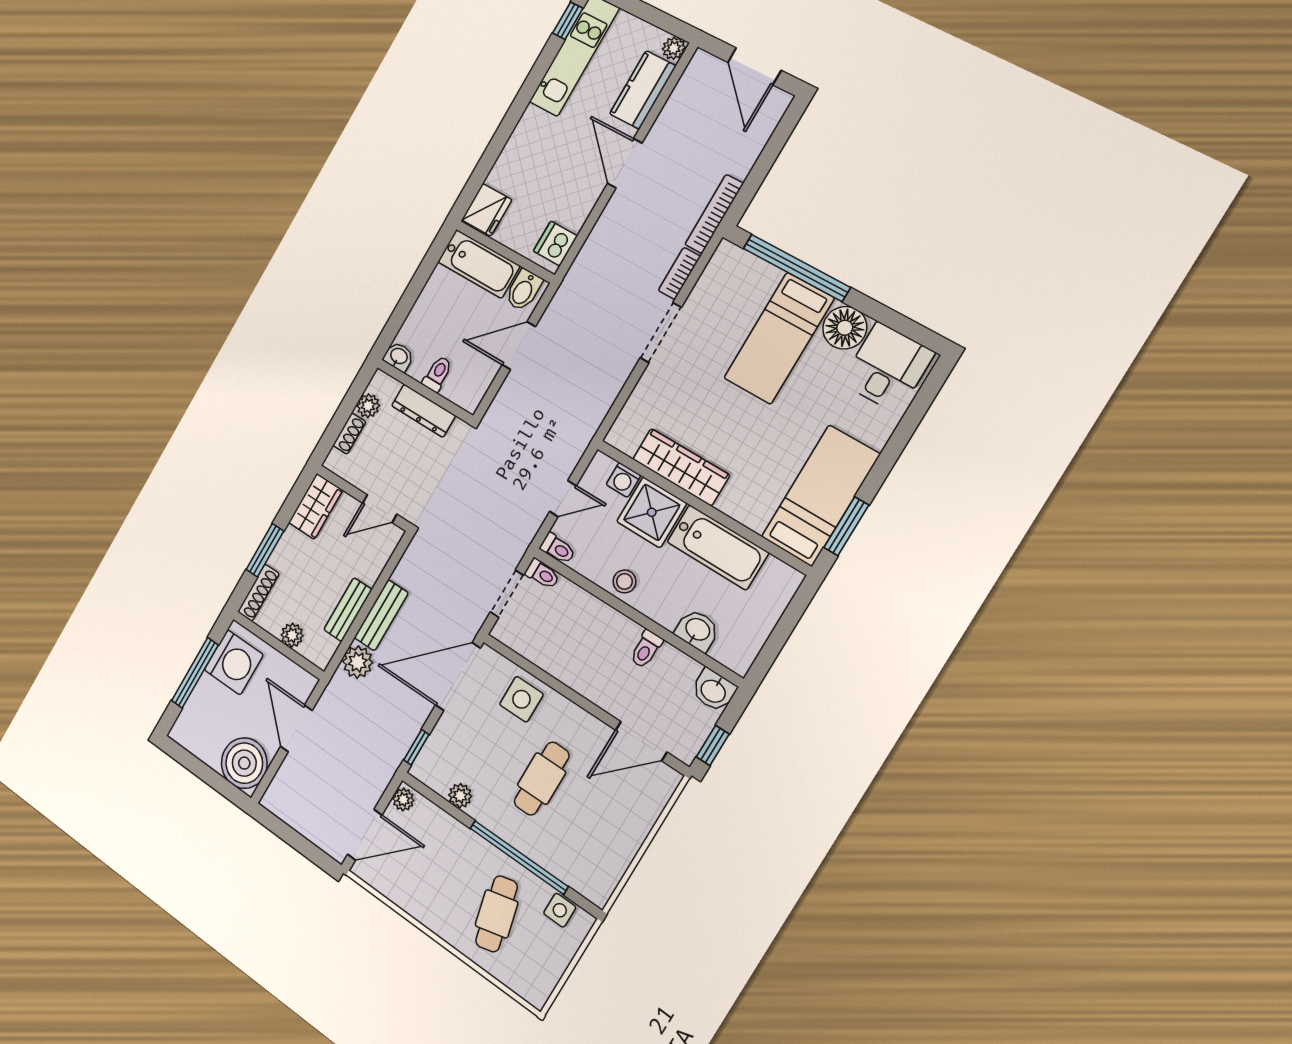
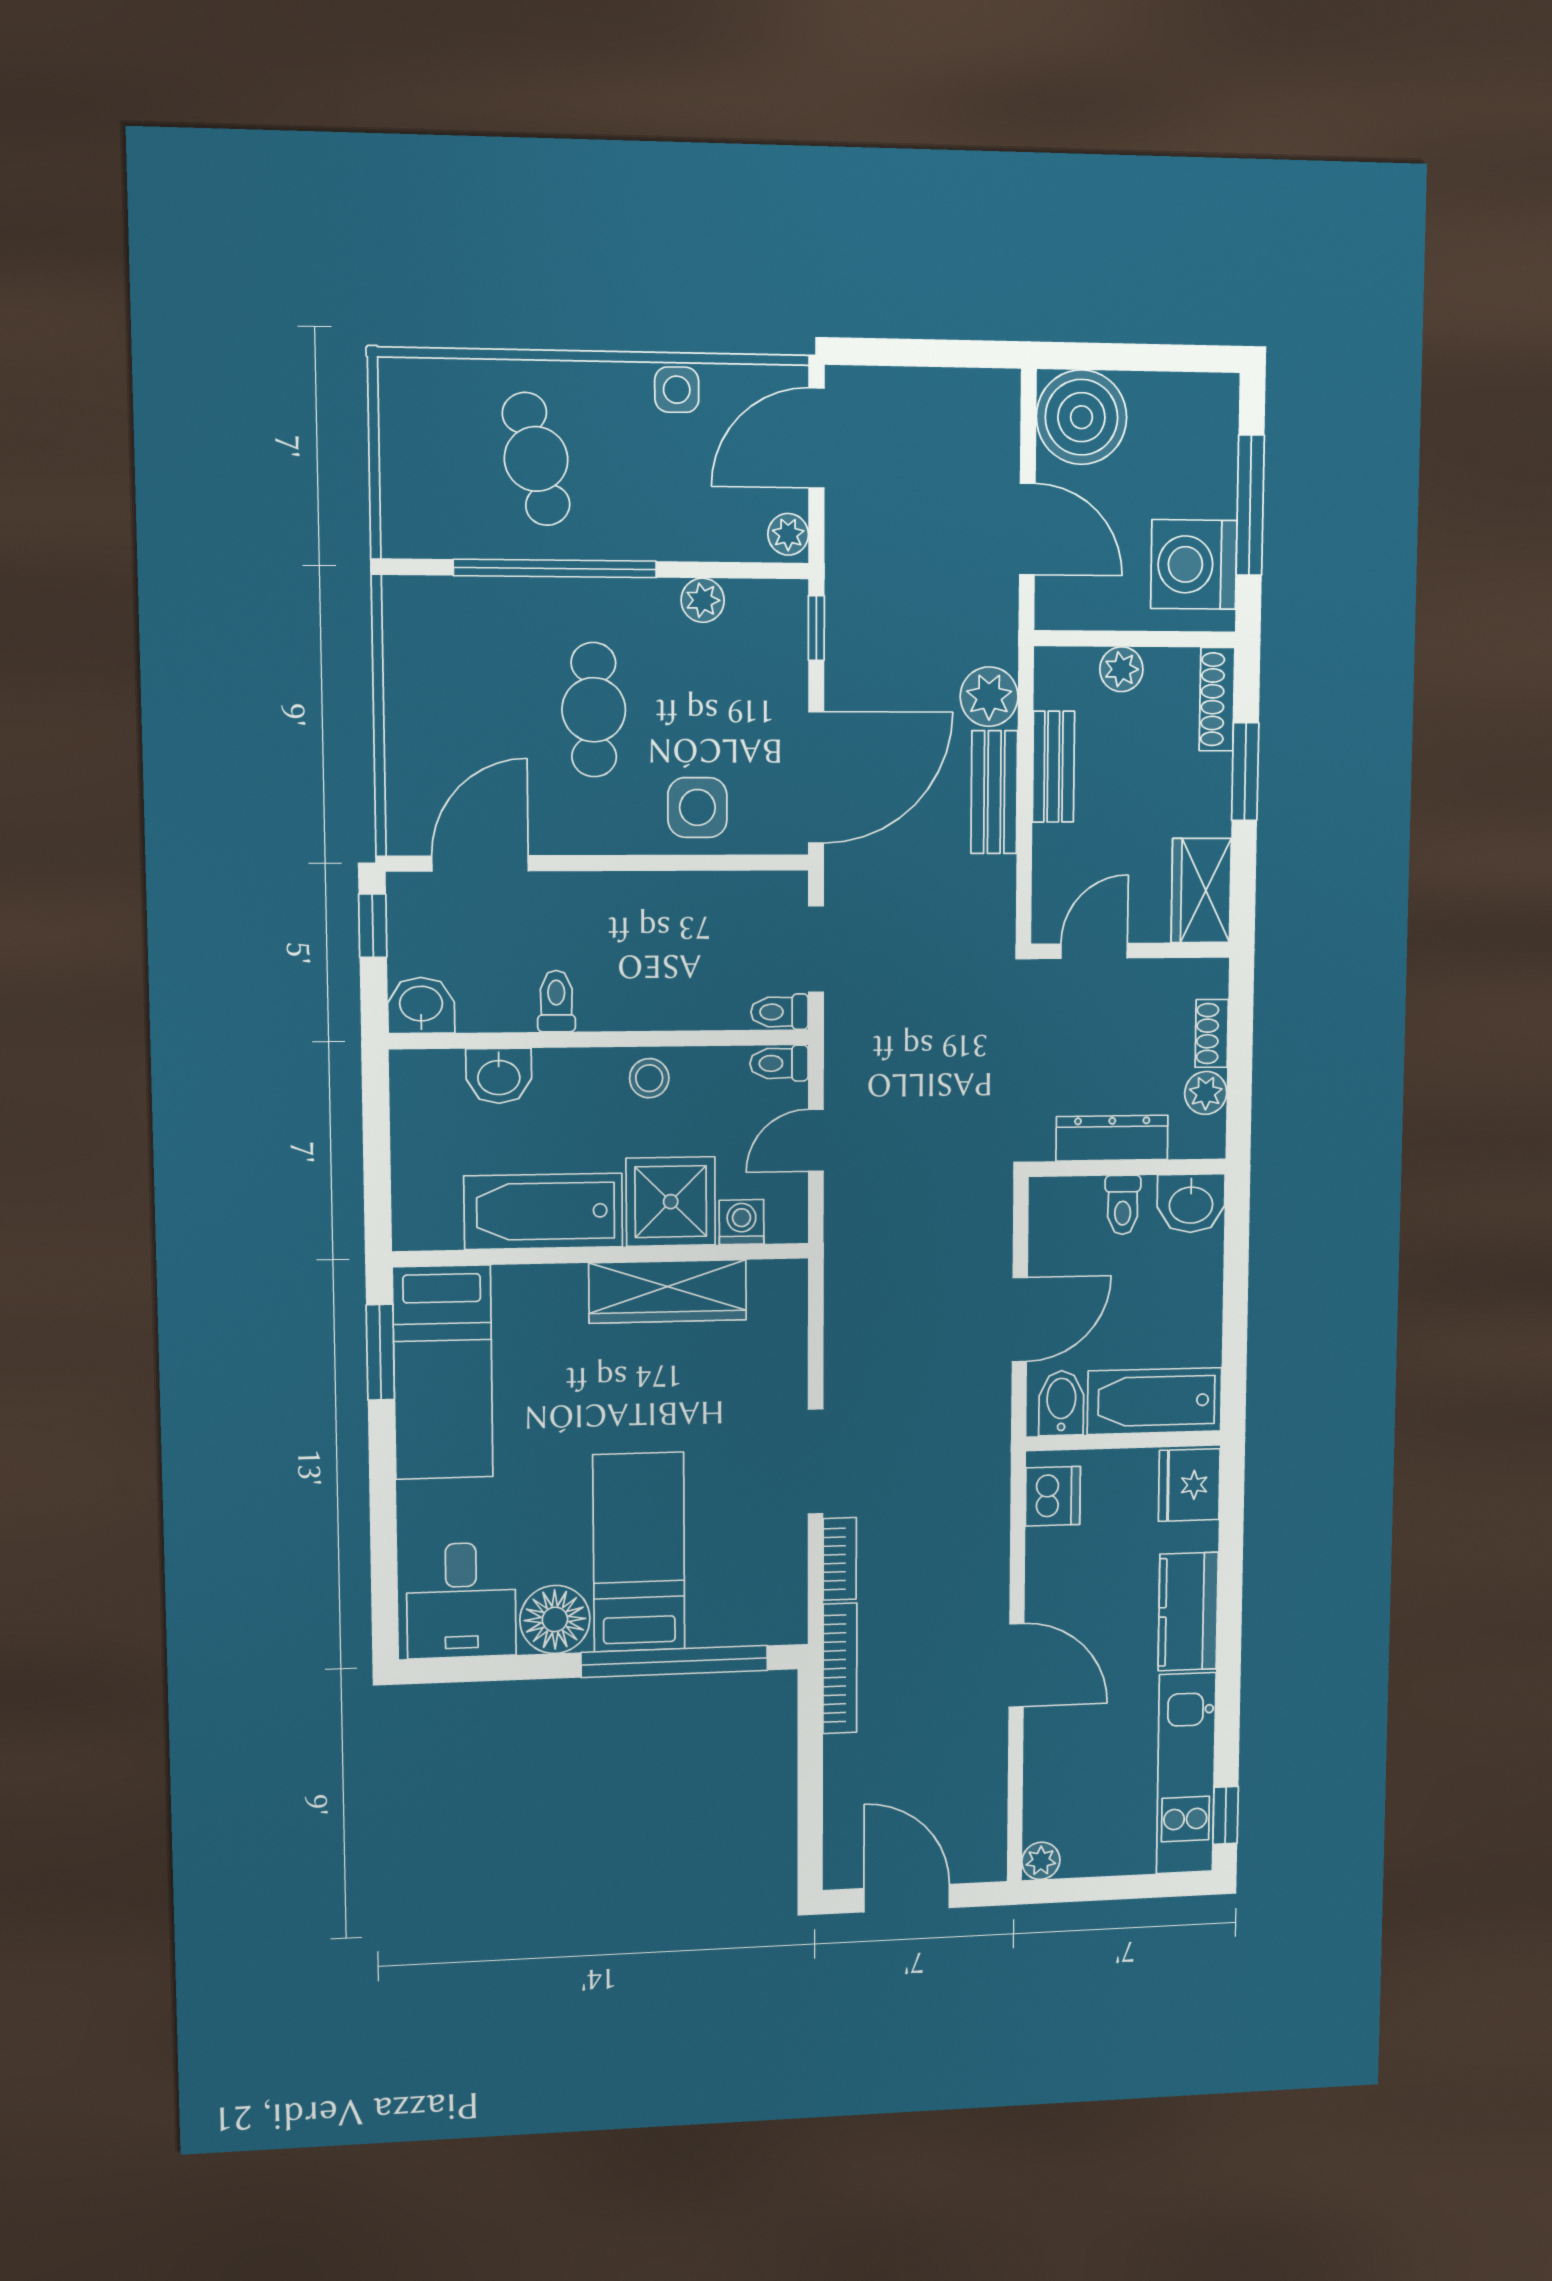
kitchen counter: (643, 90) -> (1188, 1611), moved, turned 180
washbasin: (399, 357) -> (1191, 1203), width x1.38, depth x1.45
side table: (560, 910) -> (677, 390), moved

